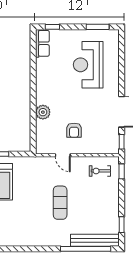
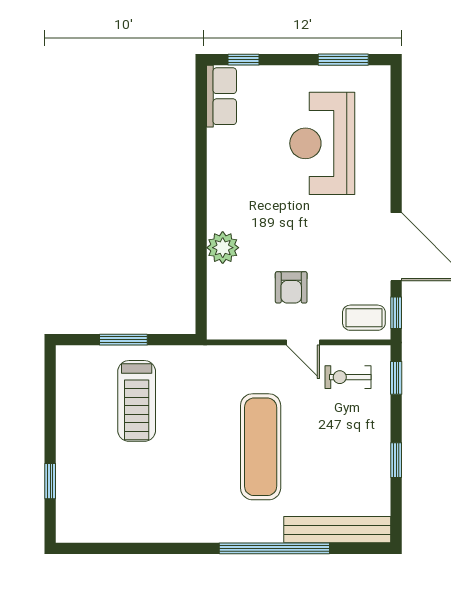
coffee table: (107, 144) -> (364, 318), added
door: (63, 155) -> (303, 342), moved
exercise mat: (60, 203) -> (261, 447), width x1.36, depth x1.45
window: (122, 225) -> (396, 460), moved
window: (86, 249) -> (274, 548), moved

